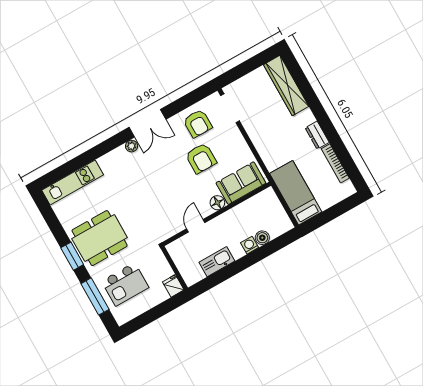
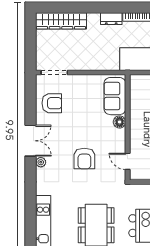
armchair: (201, 158) -> (84, 159), moved, turned 90
door: (196, 226) -> (128, 161), moved

